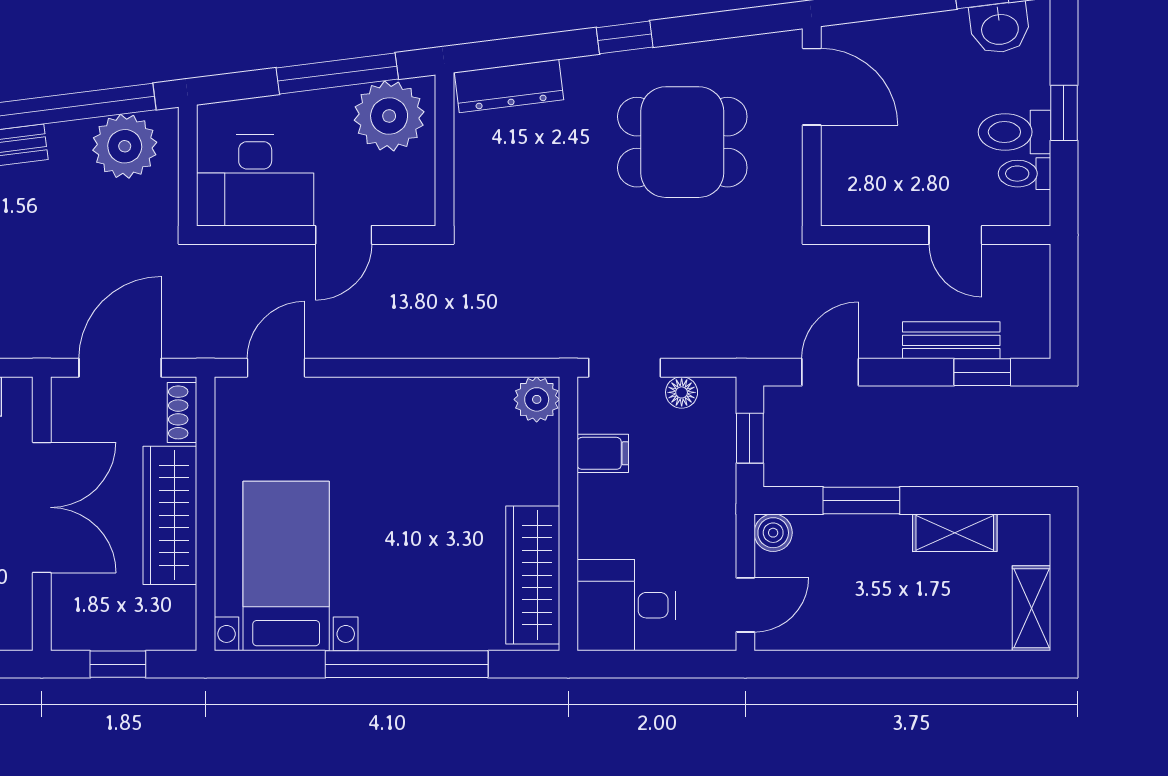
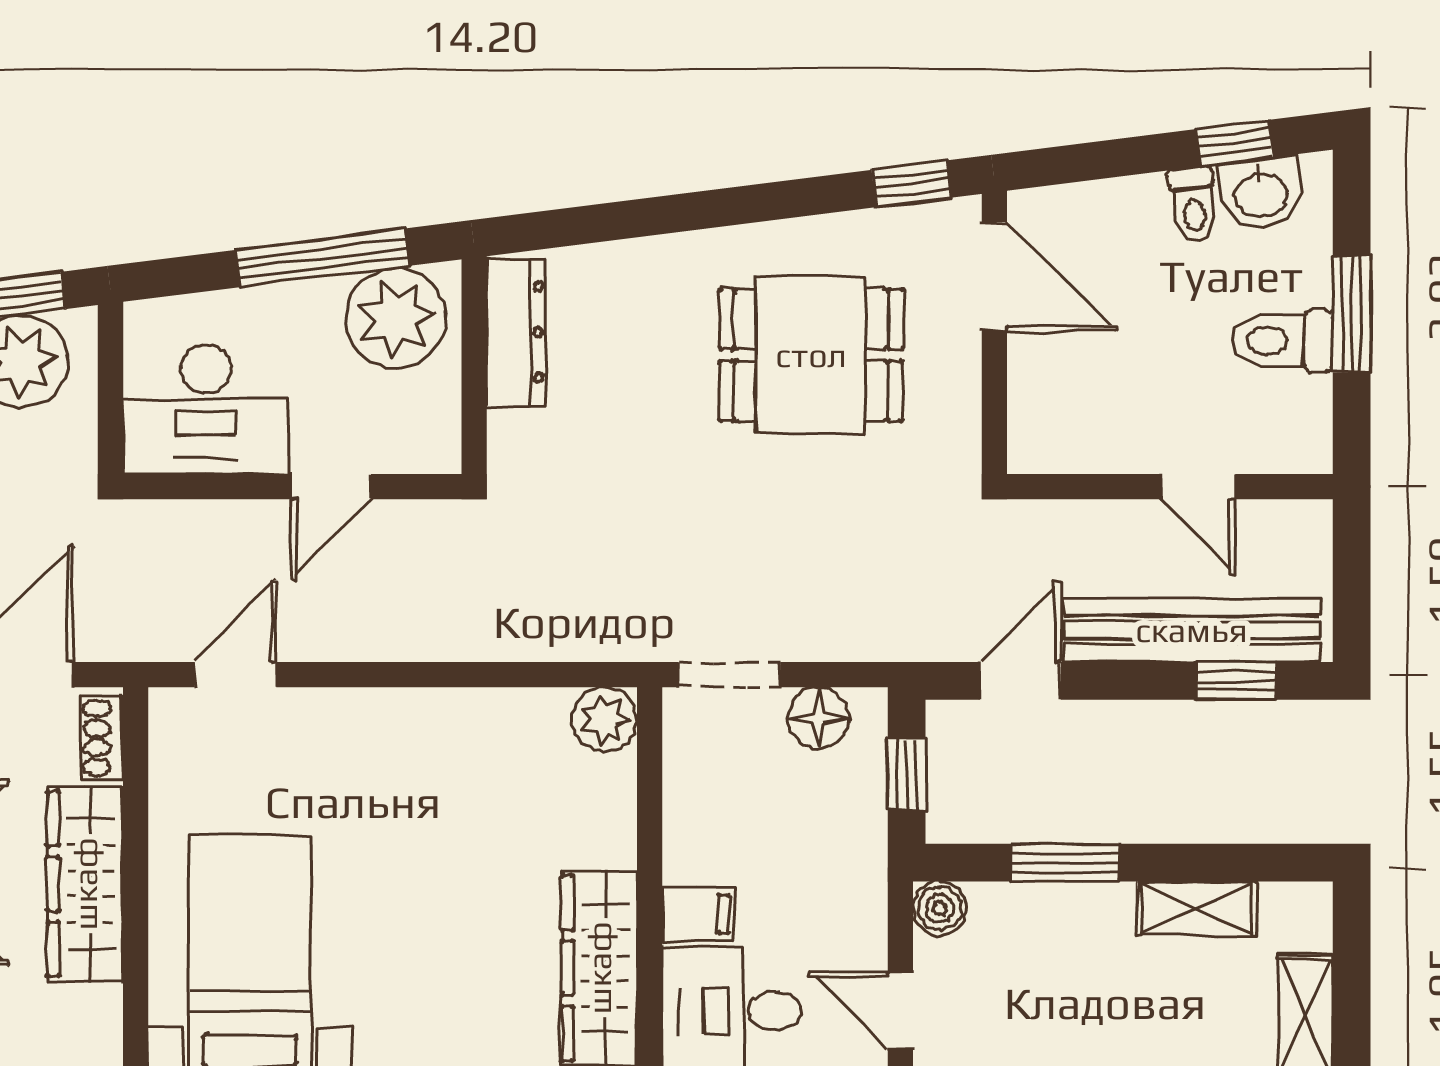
window: (625, 37) -> (912, 184), moved
dresser: (509, 86) -> (516, 332), moved, turned -83
window: (1064, 113) -> (1352, 314), width x1.50
toilet: (1025, 174) -> (1193, 205), moved, turned -97
bench: (951, 340) -> (1192, 630), width x1.86, depth x1.21
floor lamp: (682, 392) -> (818, 718), width x1.37, depth x1.37
filing cabinet: (603, 453) -> (698, 914), moved
door: (745, 605) -> (900, 1011), swing flipped

